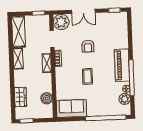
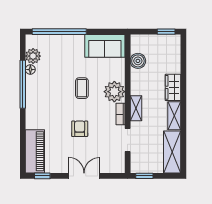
plant: (61, 22) -> (114, 92), moved
piano: (122, 65) -> (35, 151), moved
wardrobe: (20, 97) -> (173, 87), moved

